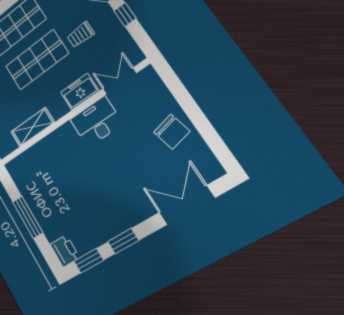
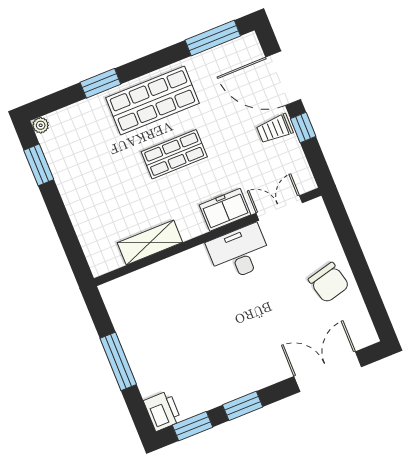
trolley: (81, 35) -> (275, 129), moved
shop shelf: (37, 60) -> (174, 154), width x0.70, depth x0.74

